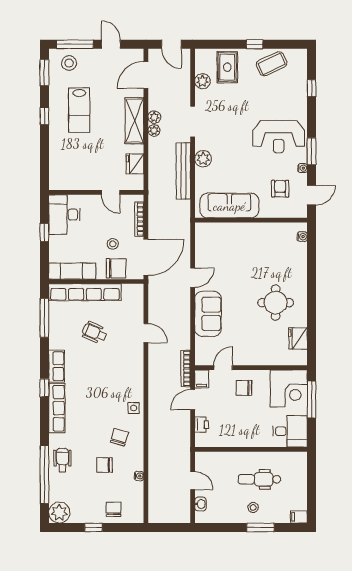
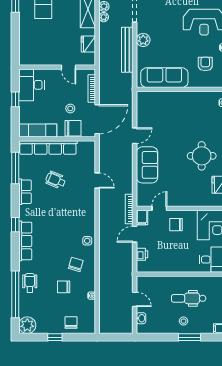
row of seats: (56, 366) -> (25, 192), moved

